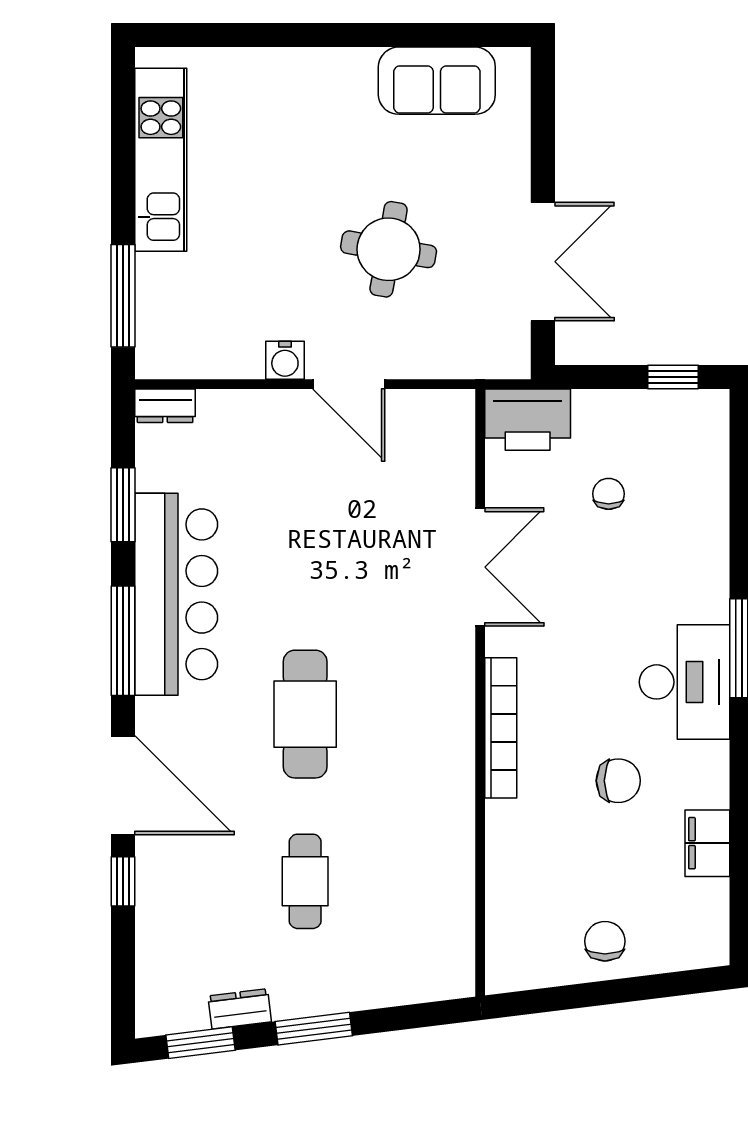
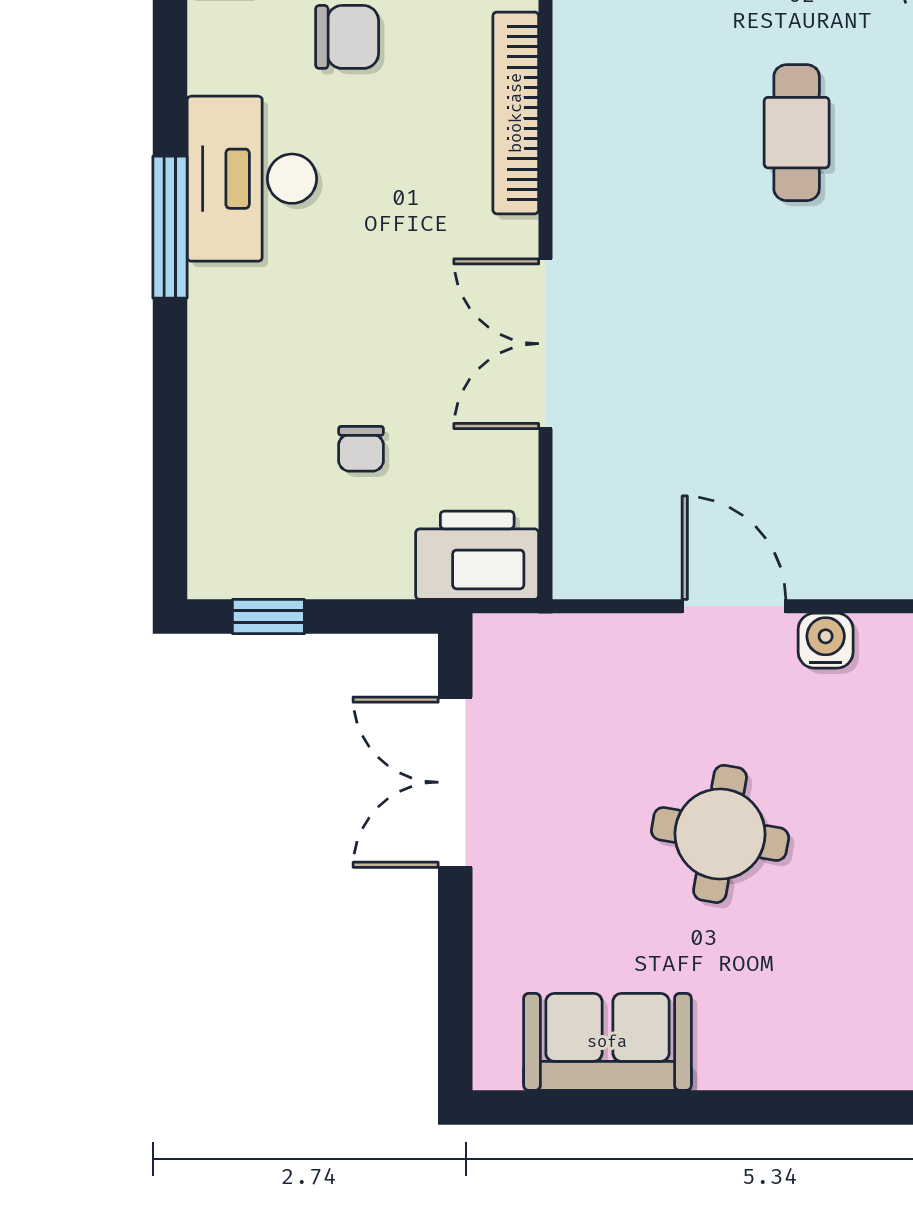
round table: (389, 249) -> (720, 834), moved
cafe table: (305, 714) -> (797, 133), width x0.73, depth x0.74
chair: (618, 781) -> (347, 37), turned 180

